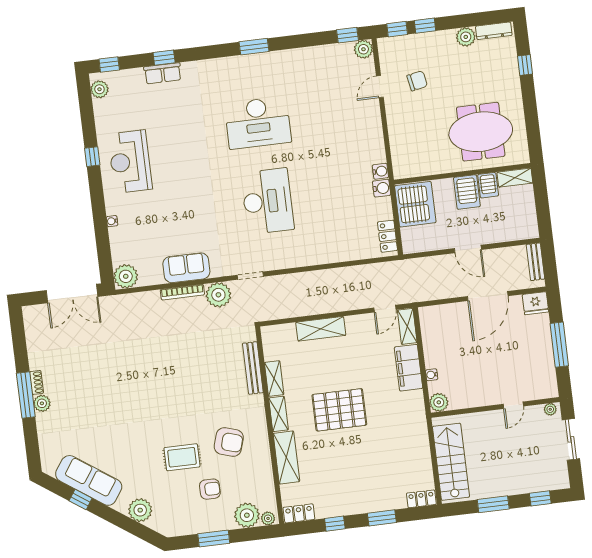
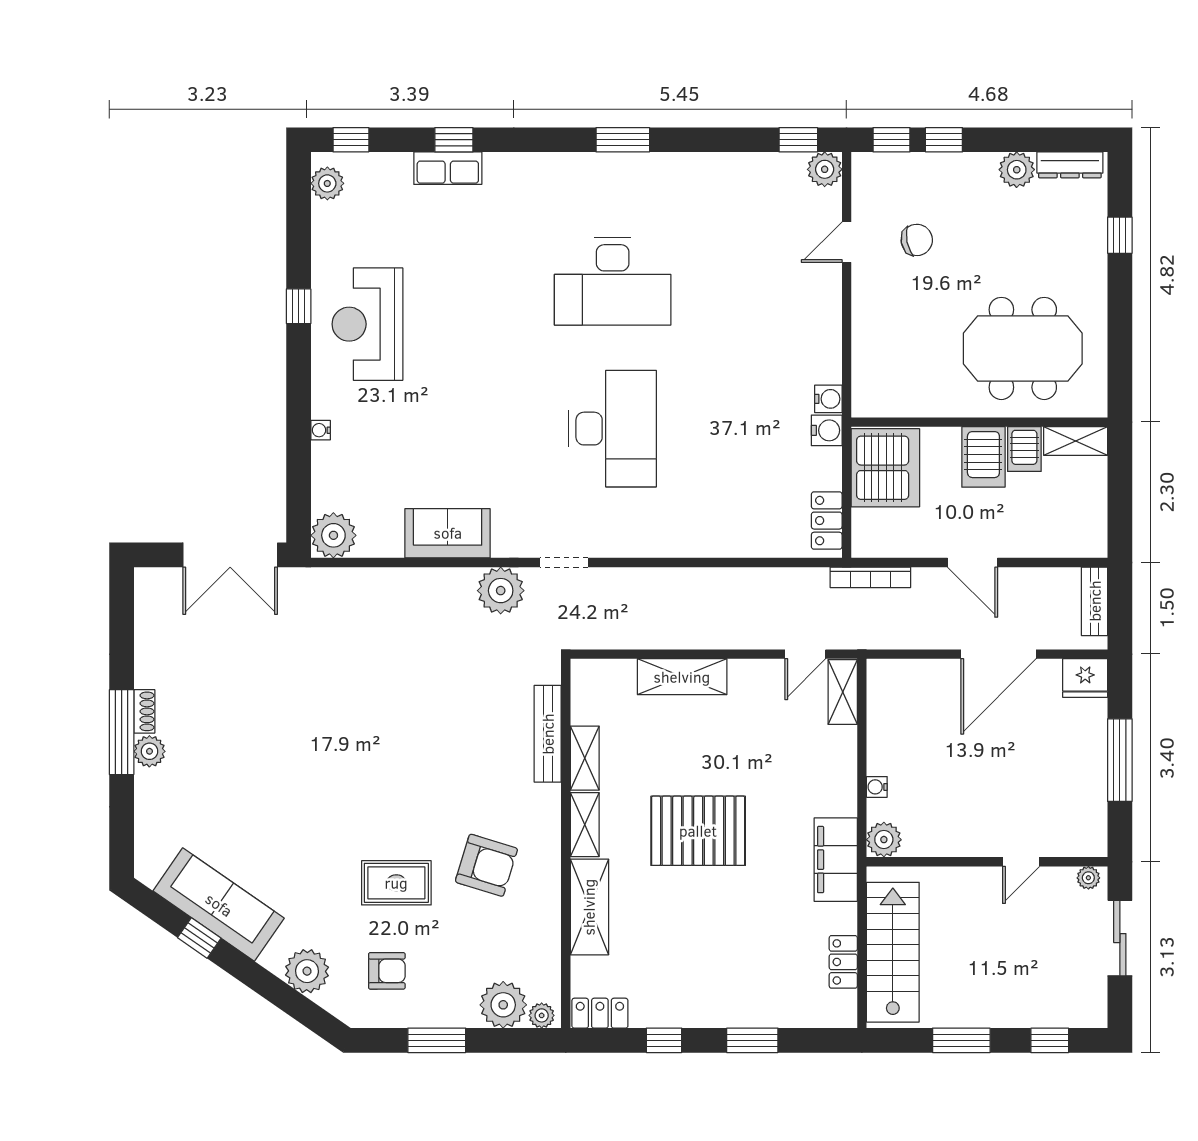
bookcase: (182, 292) -> (870, 577), moved
filing cabinet: (408, 368) -> (836, 860), moved
armchair: (210, 489) -> (387, 971), moved
locker: (421, 499) -> (843, 962), moved, turned -90

